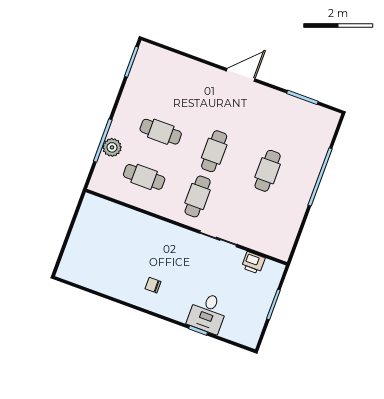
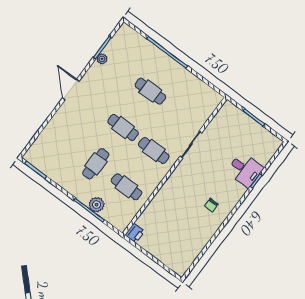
plant: (289, 101) -> (102, 59), added
cafe table: (144, 177) -> (127, 187), turned 90
printer: (253, 263) -> (135, 233), moved

